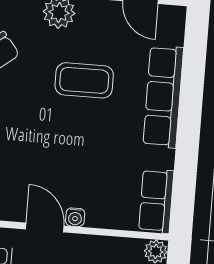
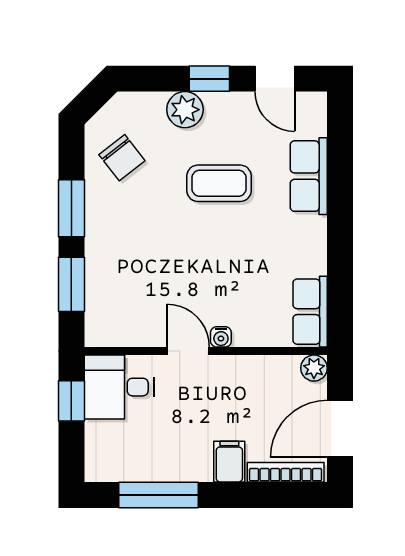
row of seats: (163, 97) -> (309, 176), width x0.68

